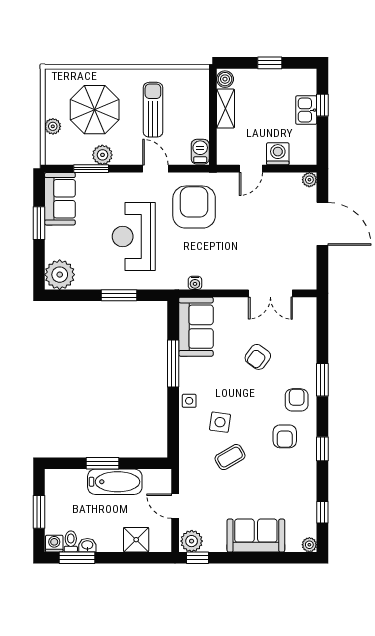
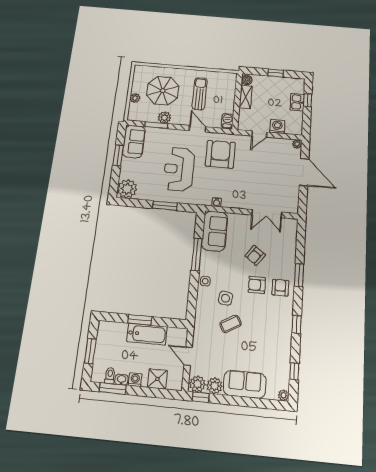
armchair: (285, 436) -> (257, 285), moved, turned 90
plant: (215, 541) -> (214, 386), added
washing machine: (54, 544) -> (135, 380), moved

